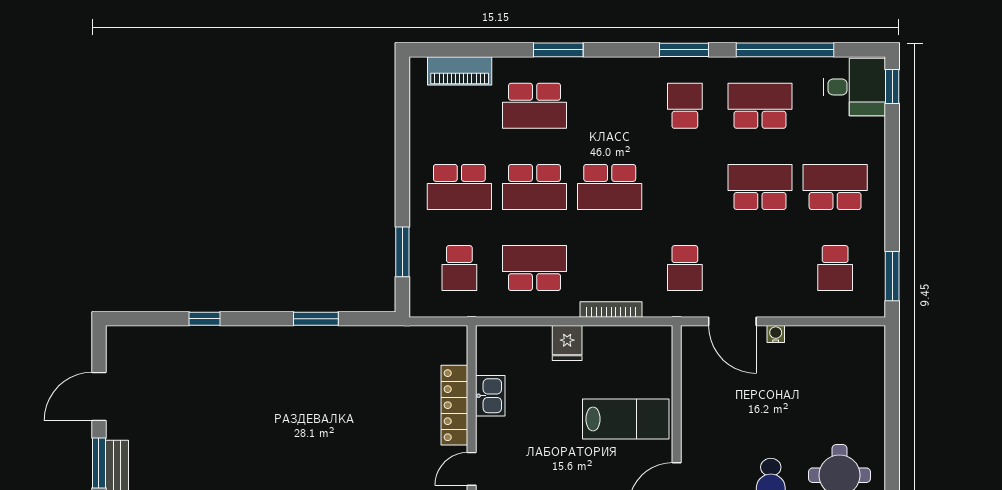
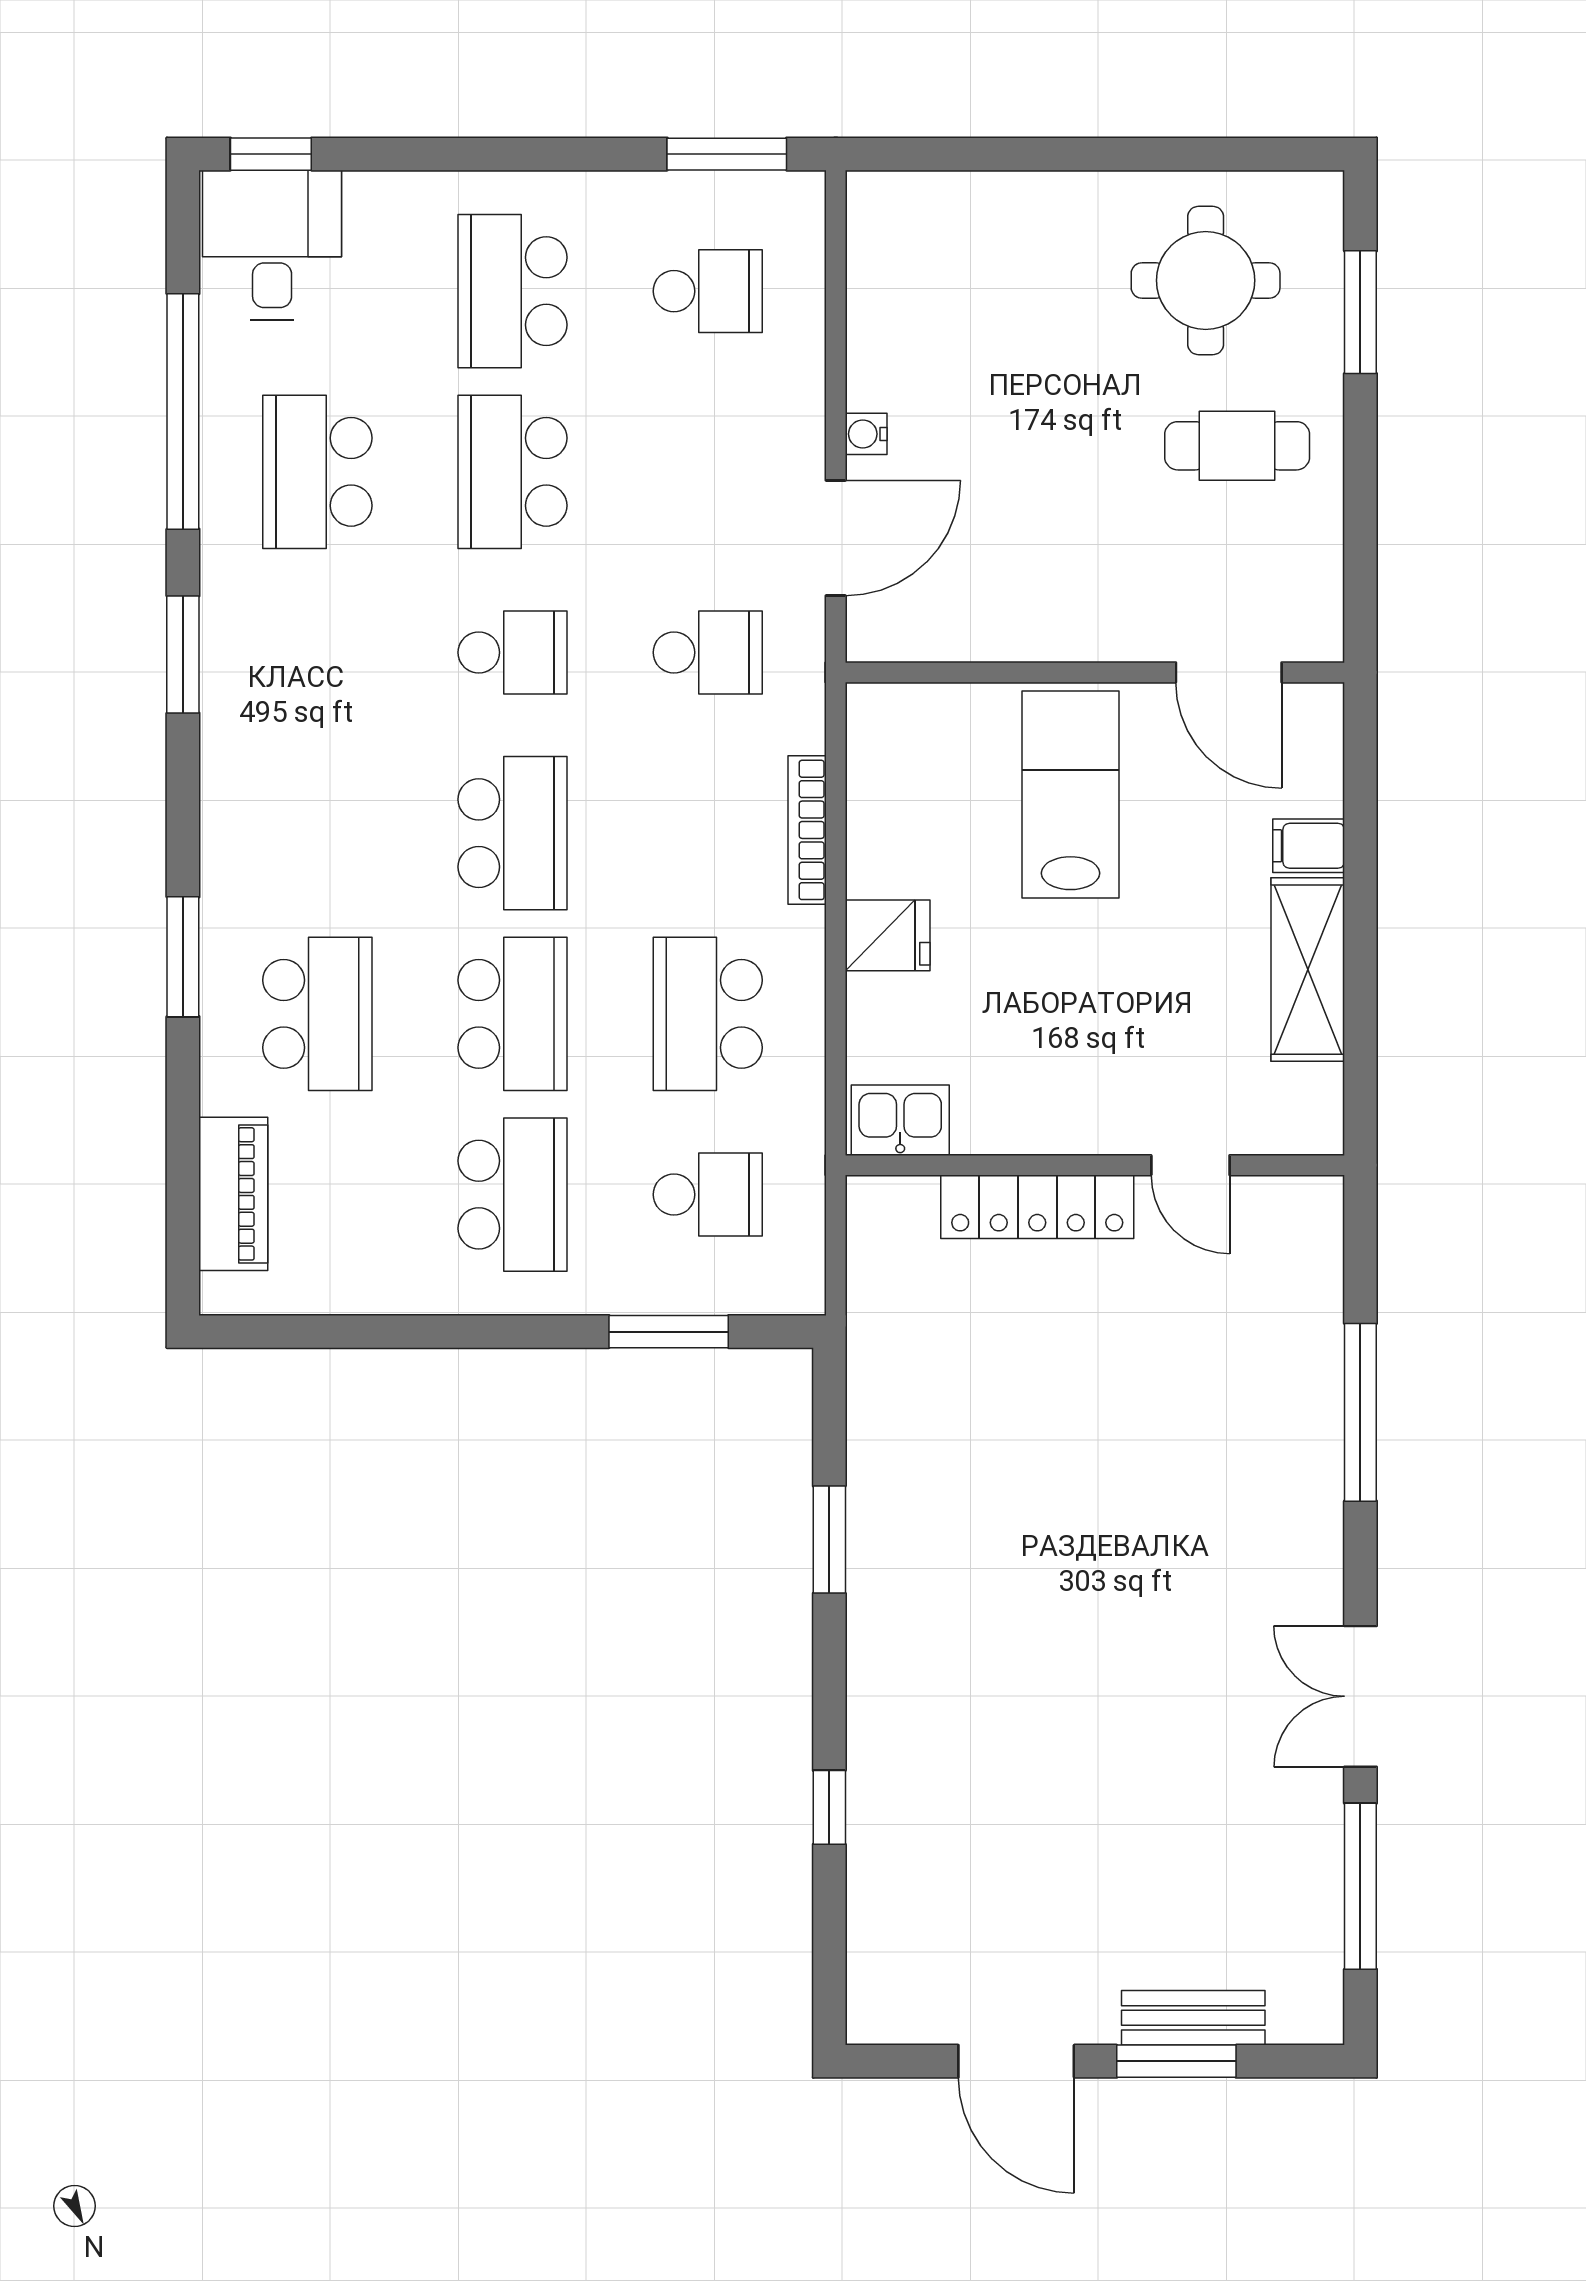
school desk: (685, 106) -> (513, 652), moved, turned 180
kitchen sink: (490, 396) -> (900, 1120), moved

